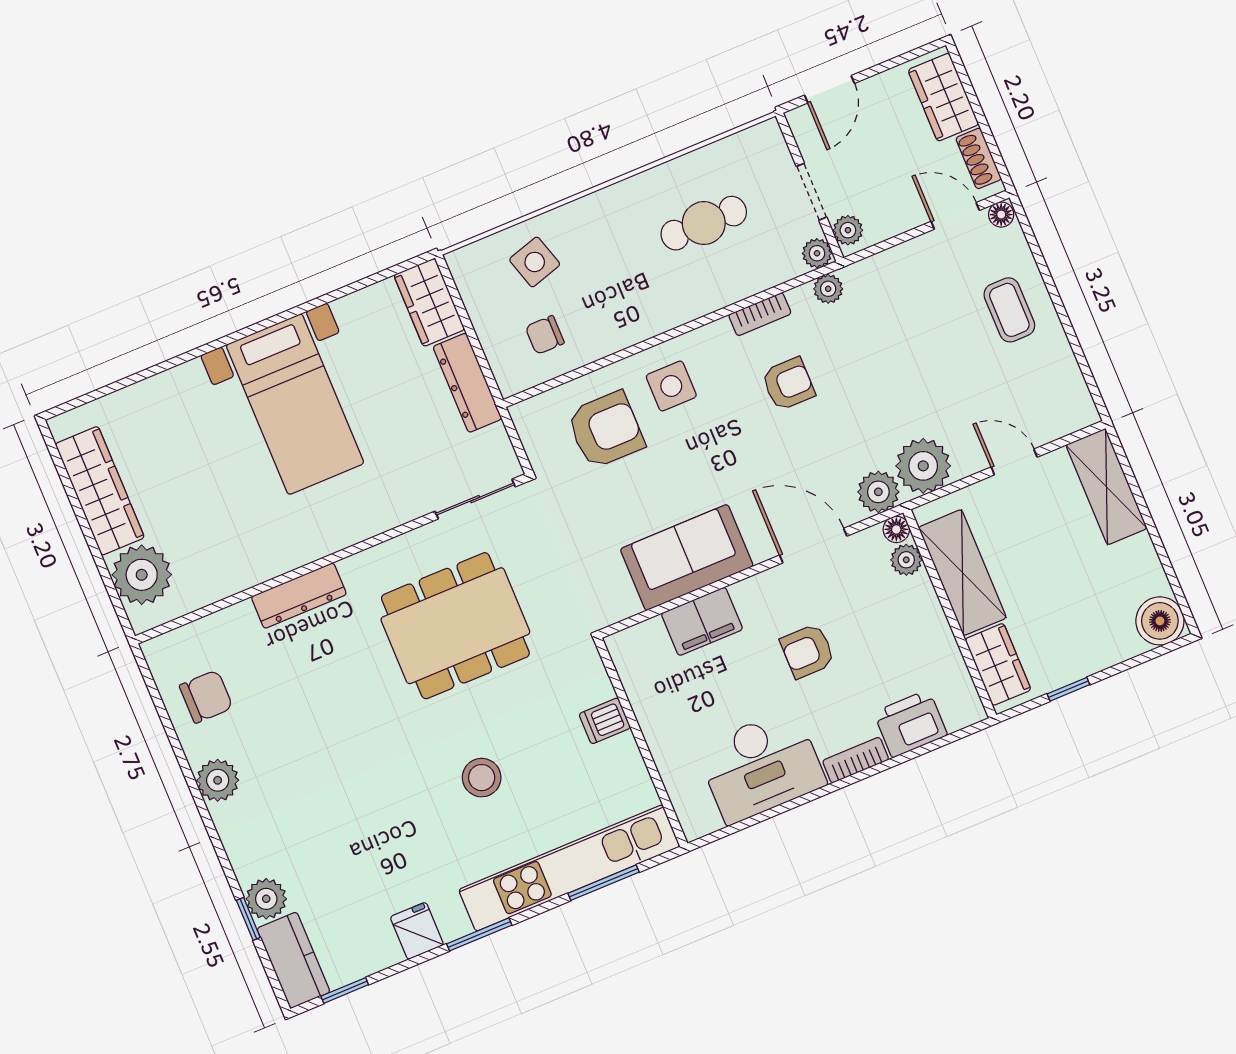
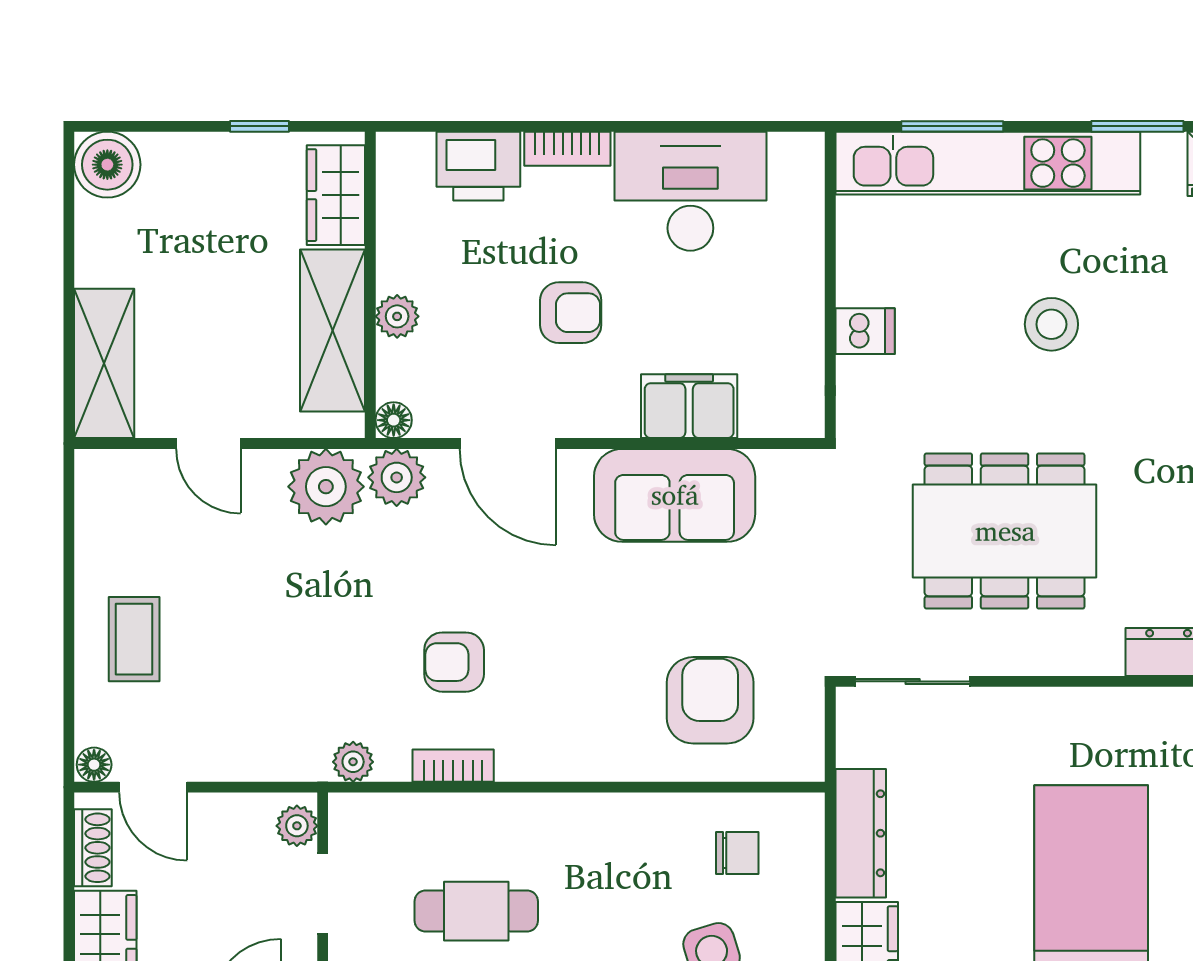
plant: (817, 253) -> (348, 813), removed
side table: (671, 386) -> (604, 721), removed
armchair: (606, 430) -> (710, 700), turned 90
plant: (906, 560) -> (397, 316), moved

